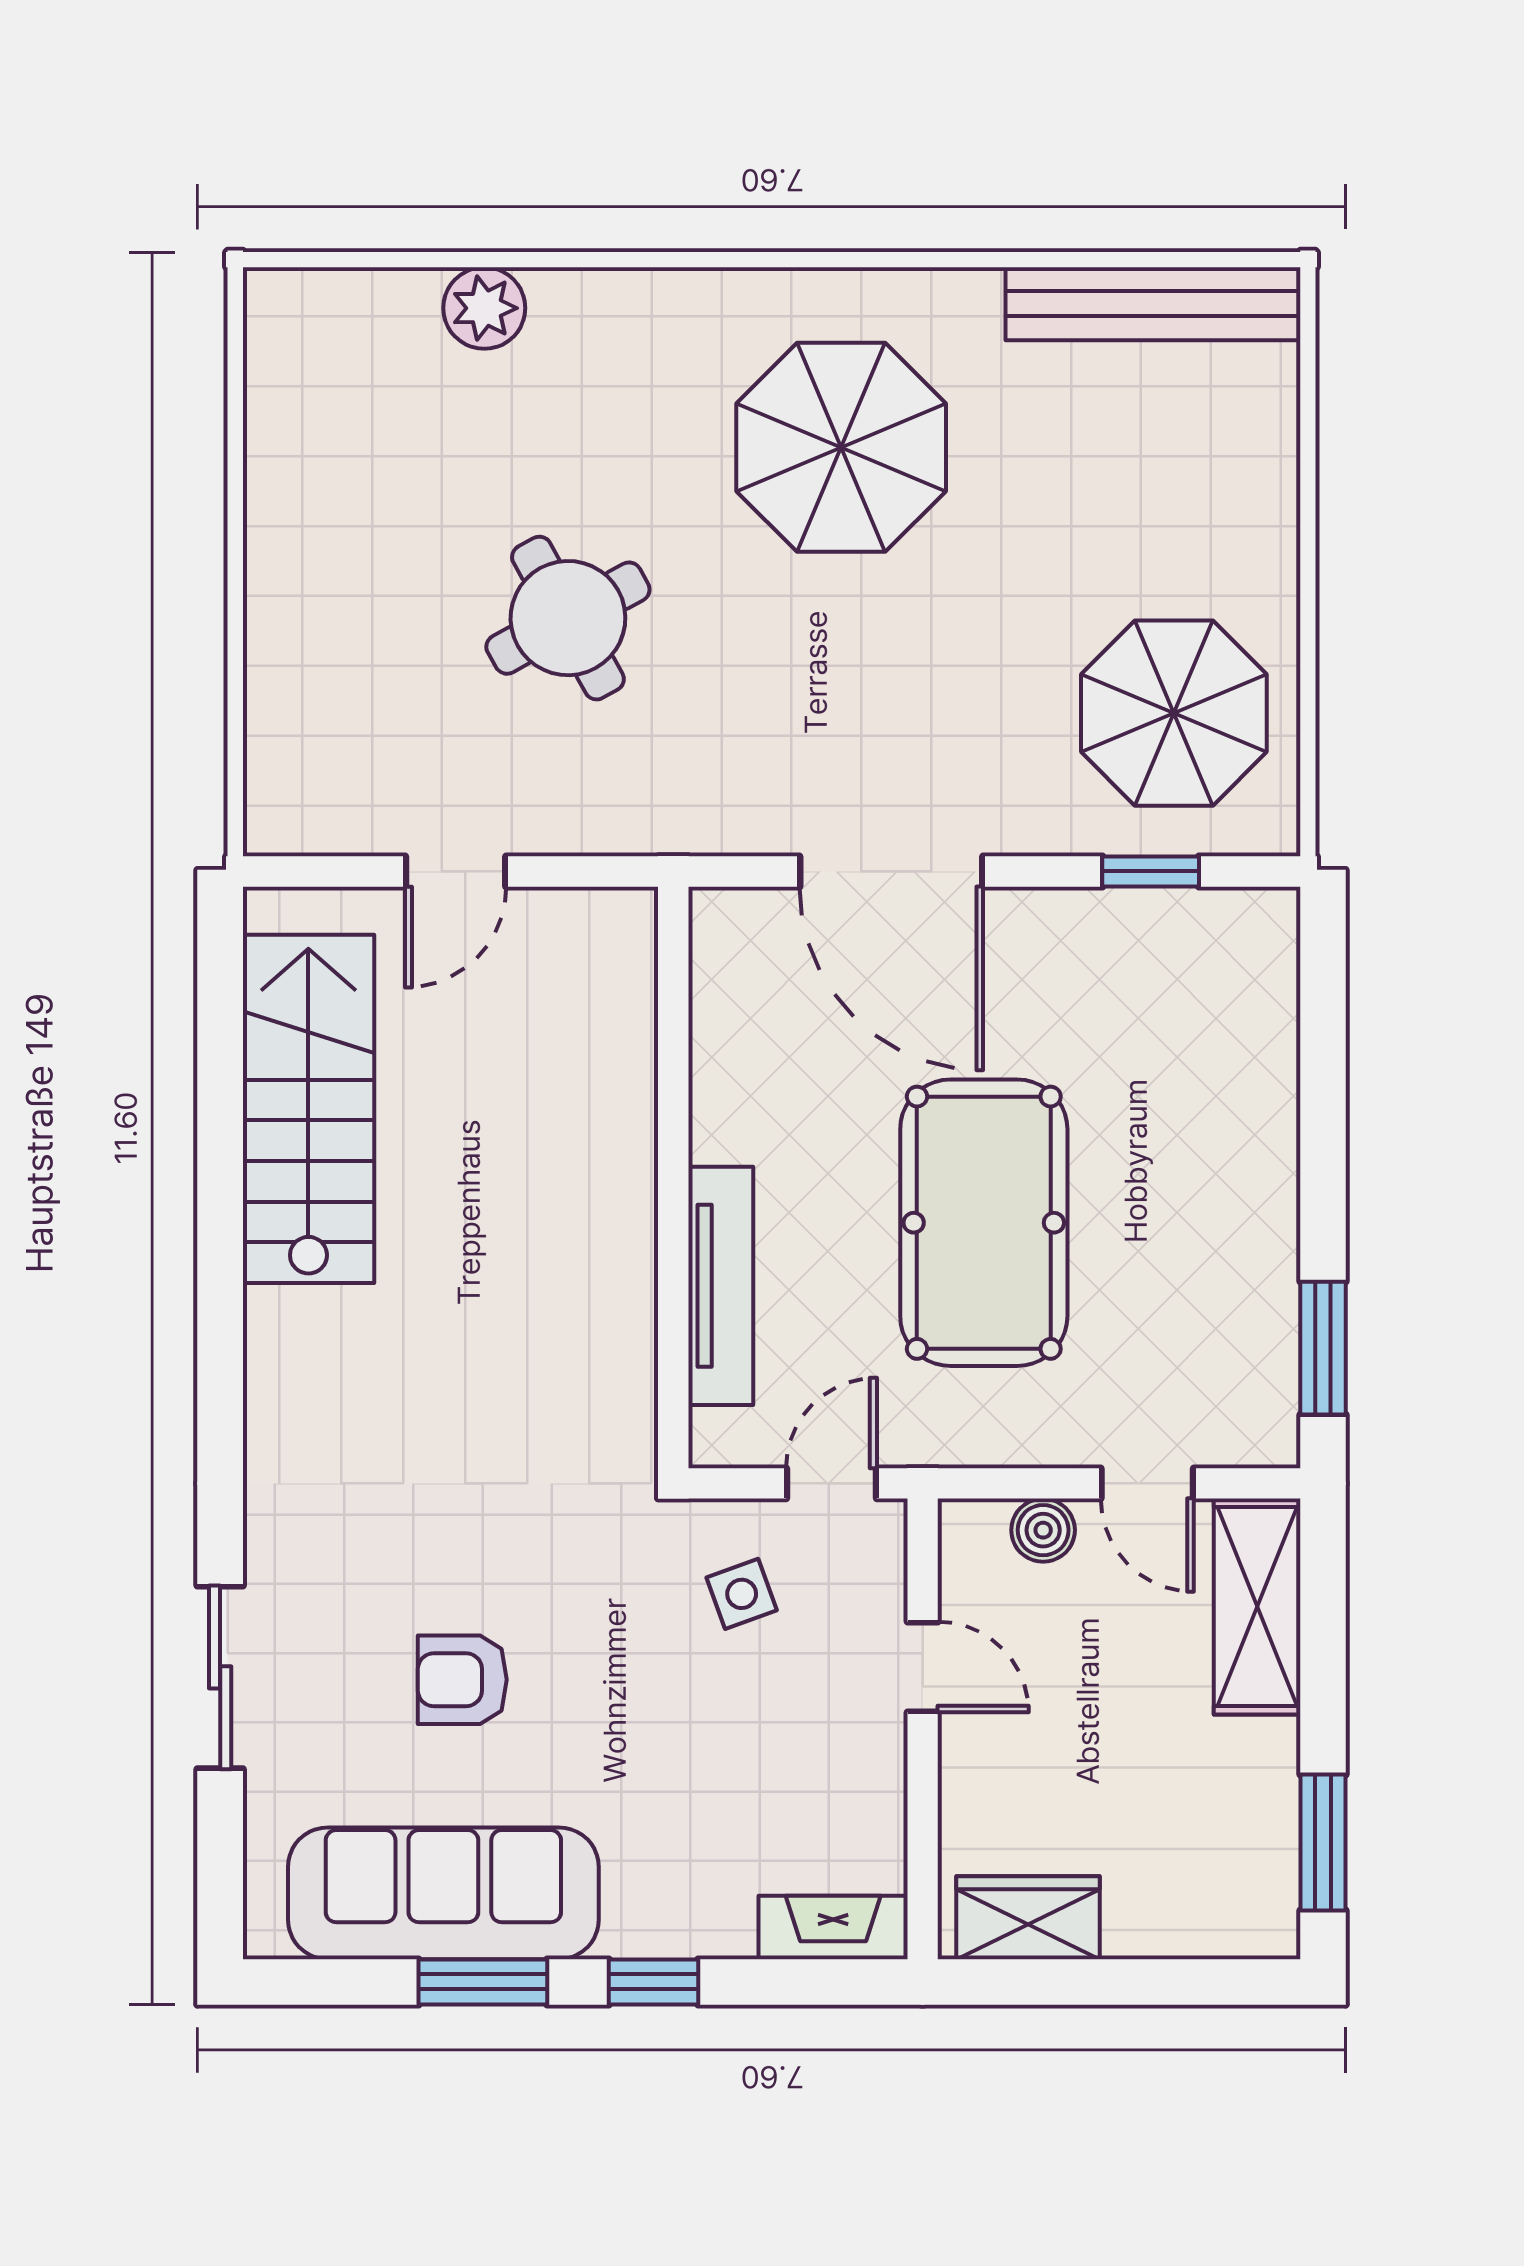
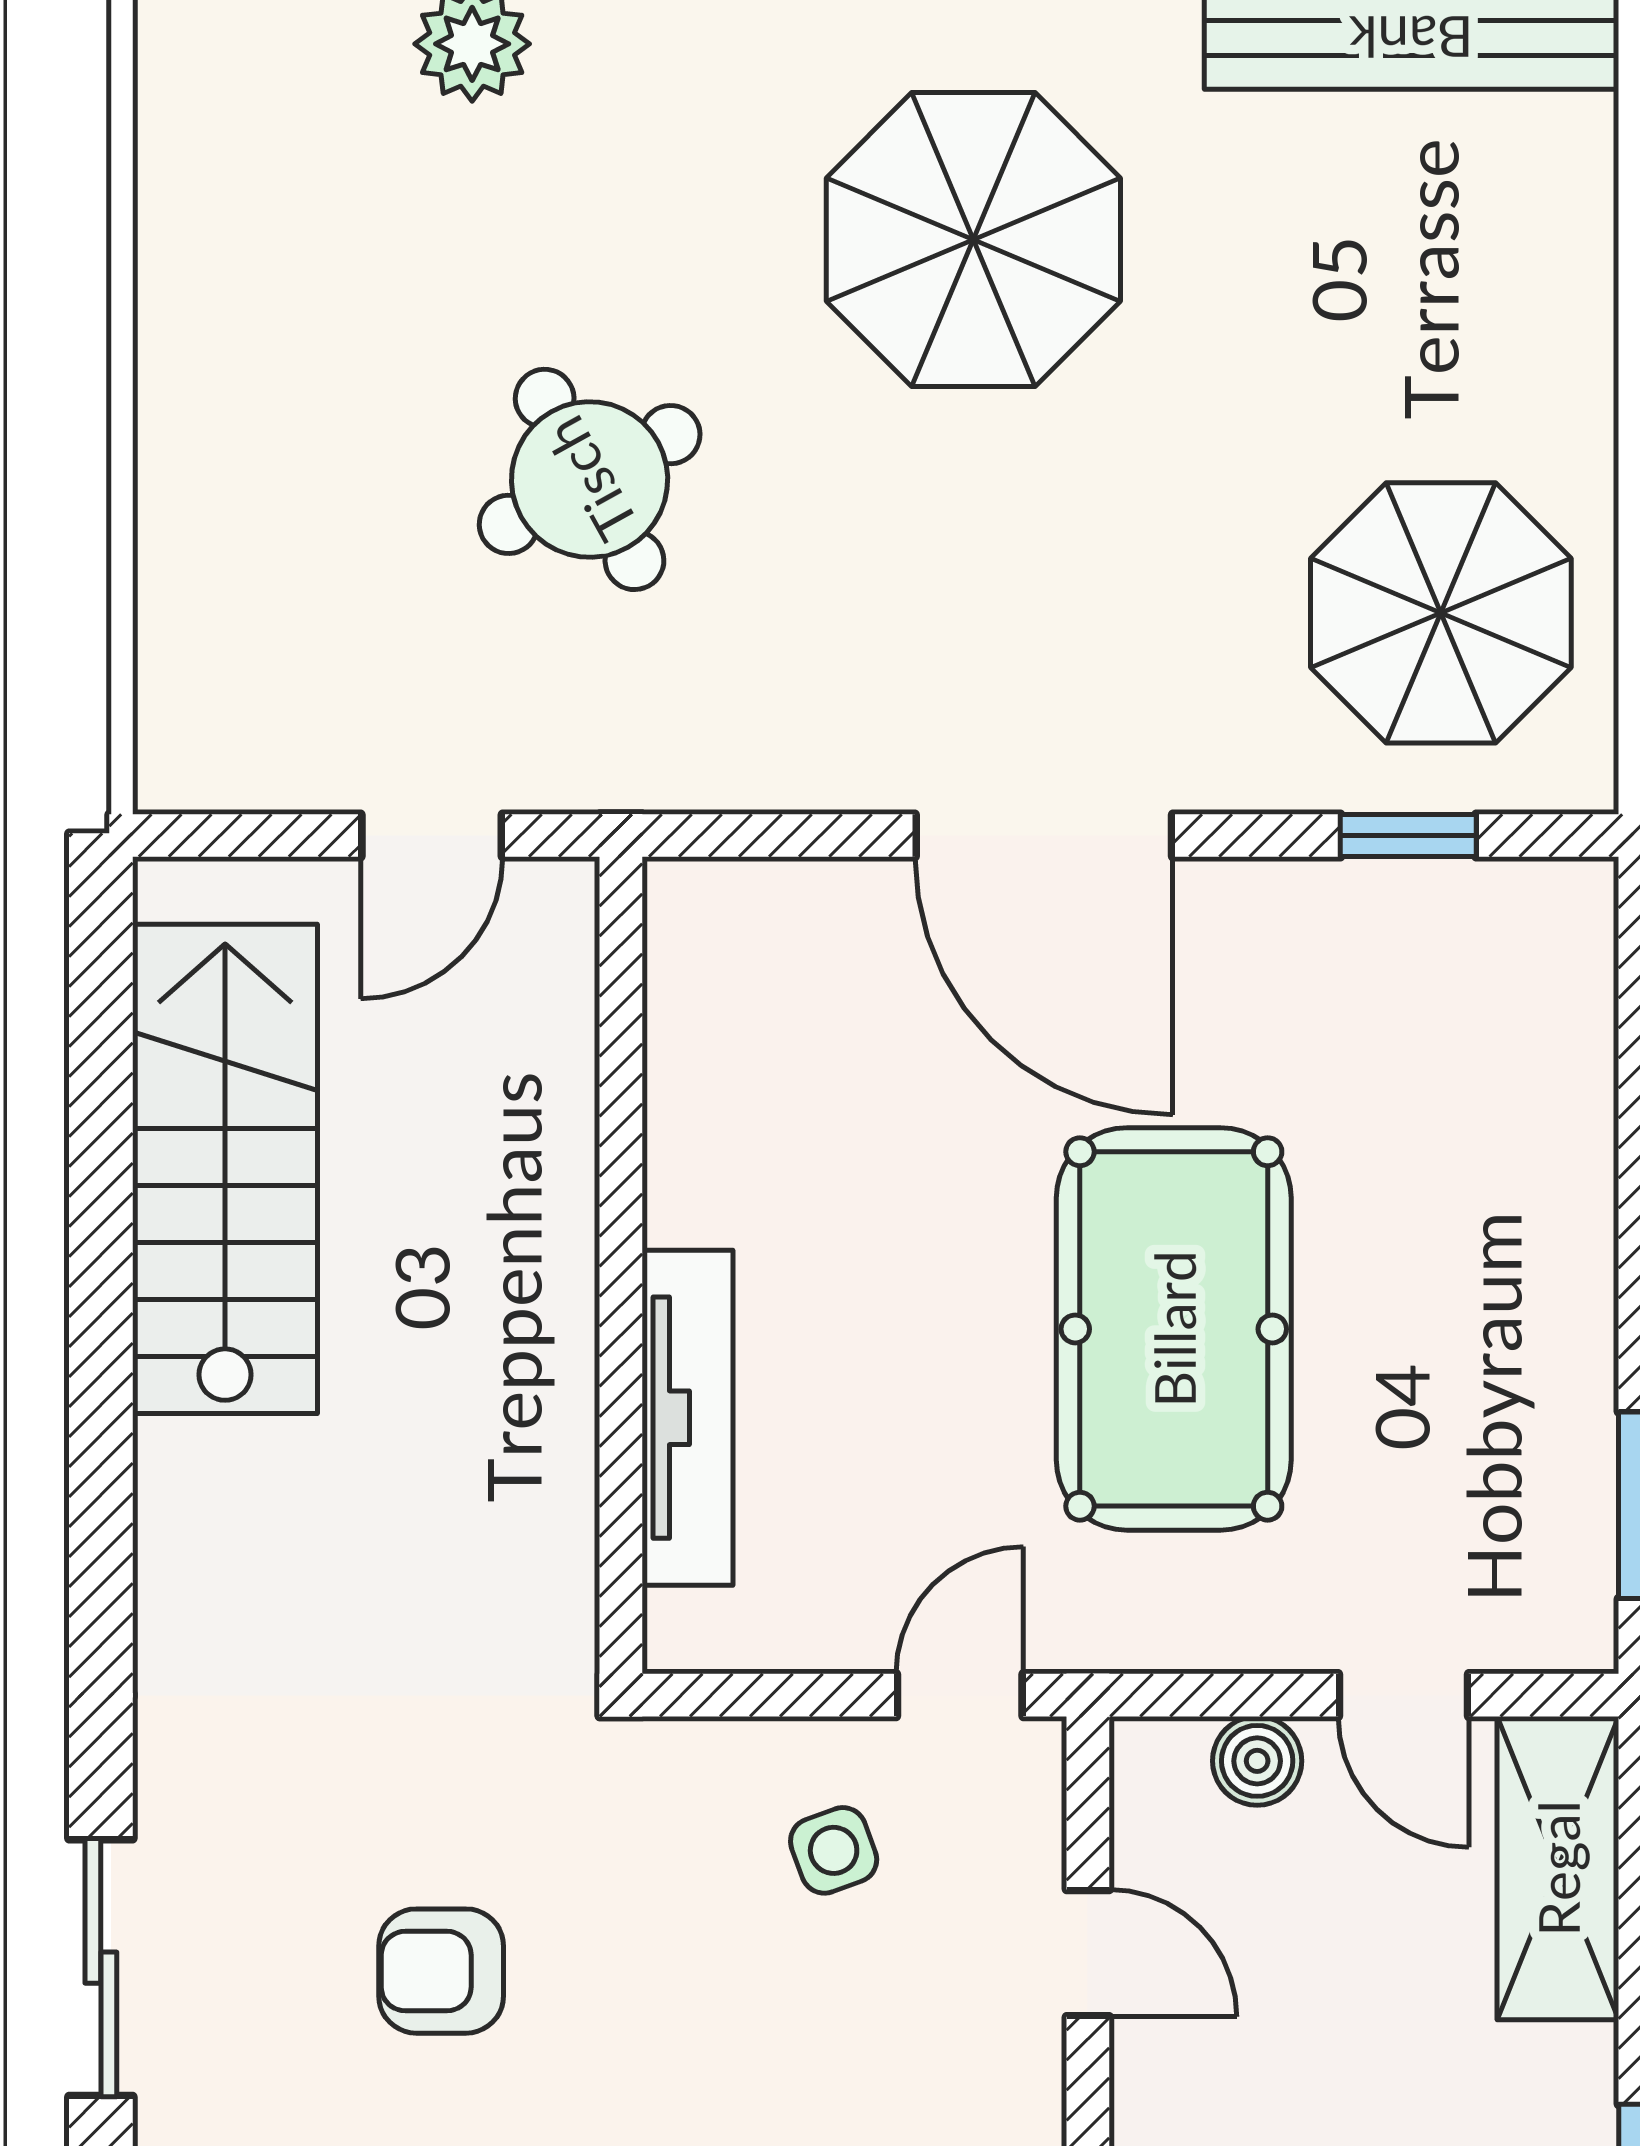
wall: (673, 1177) -> (621, 1265), moved
tv unit: (721, 1286) -> (688, 1418), moved

